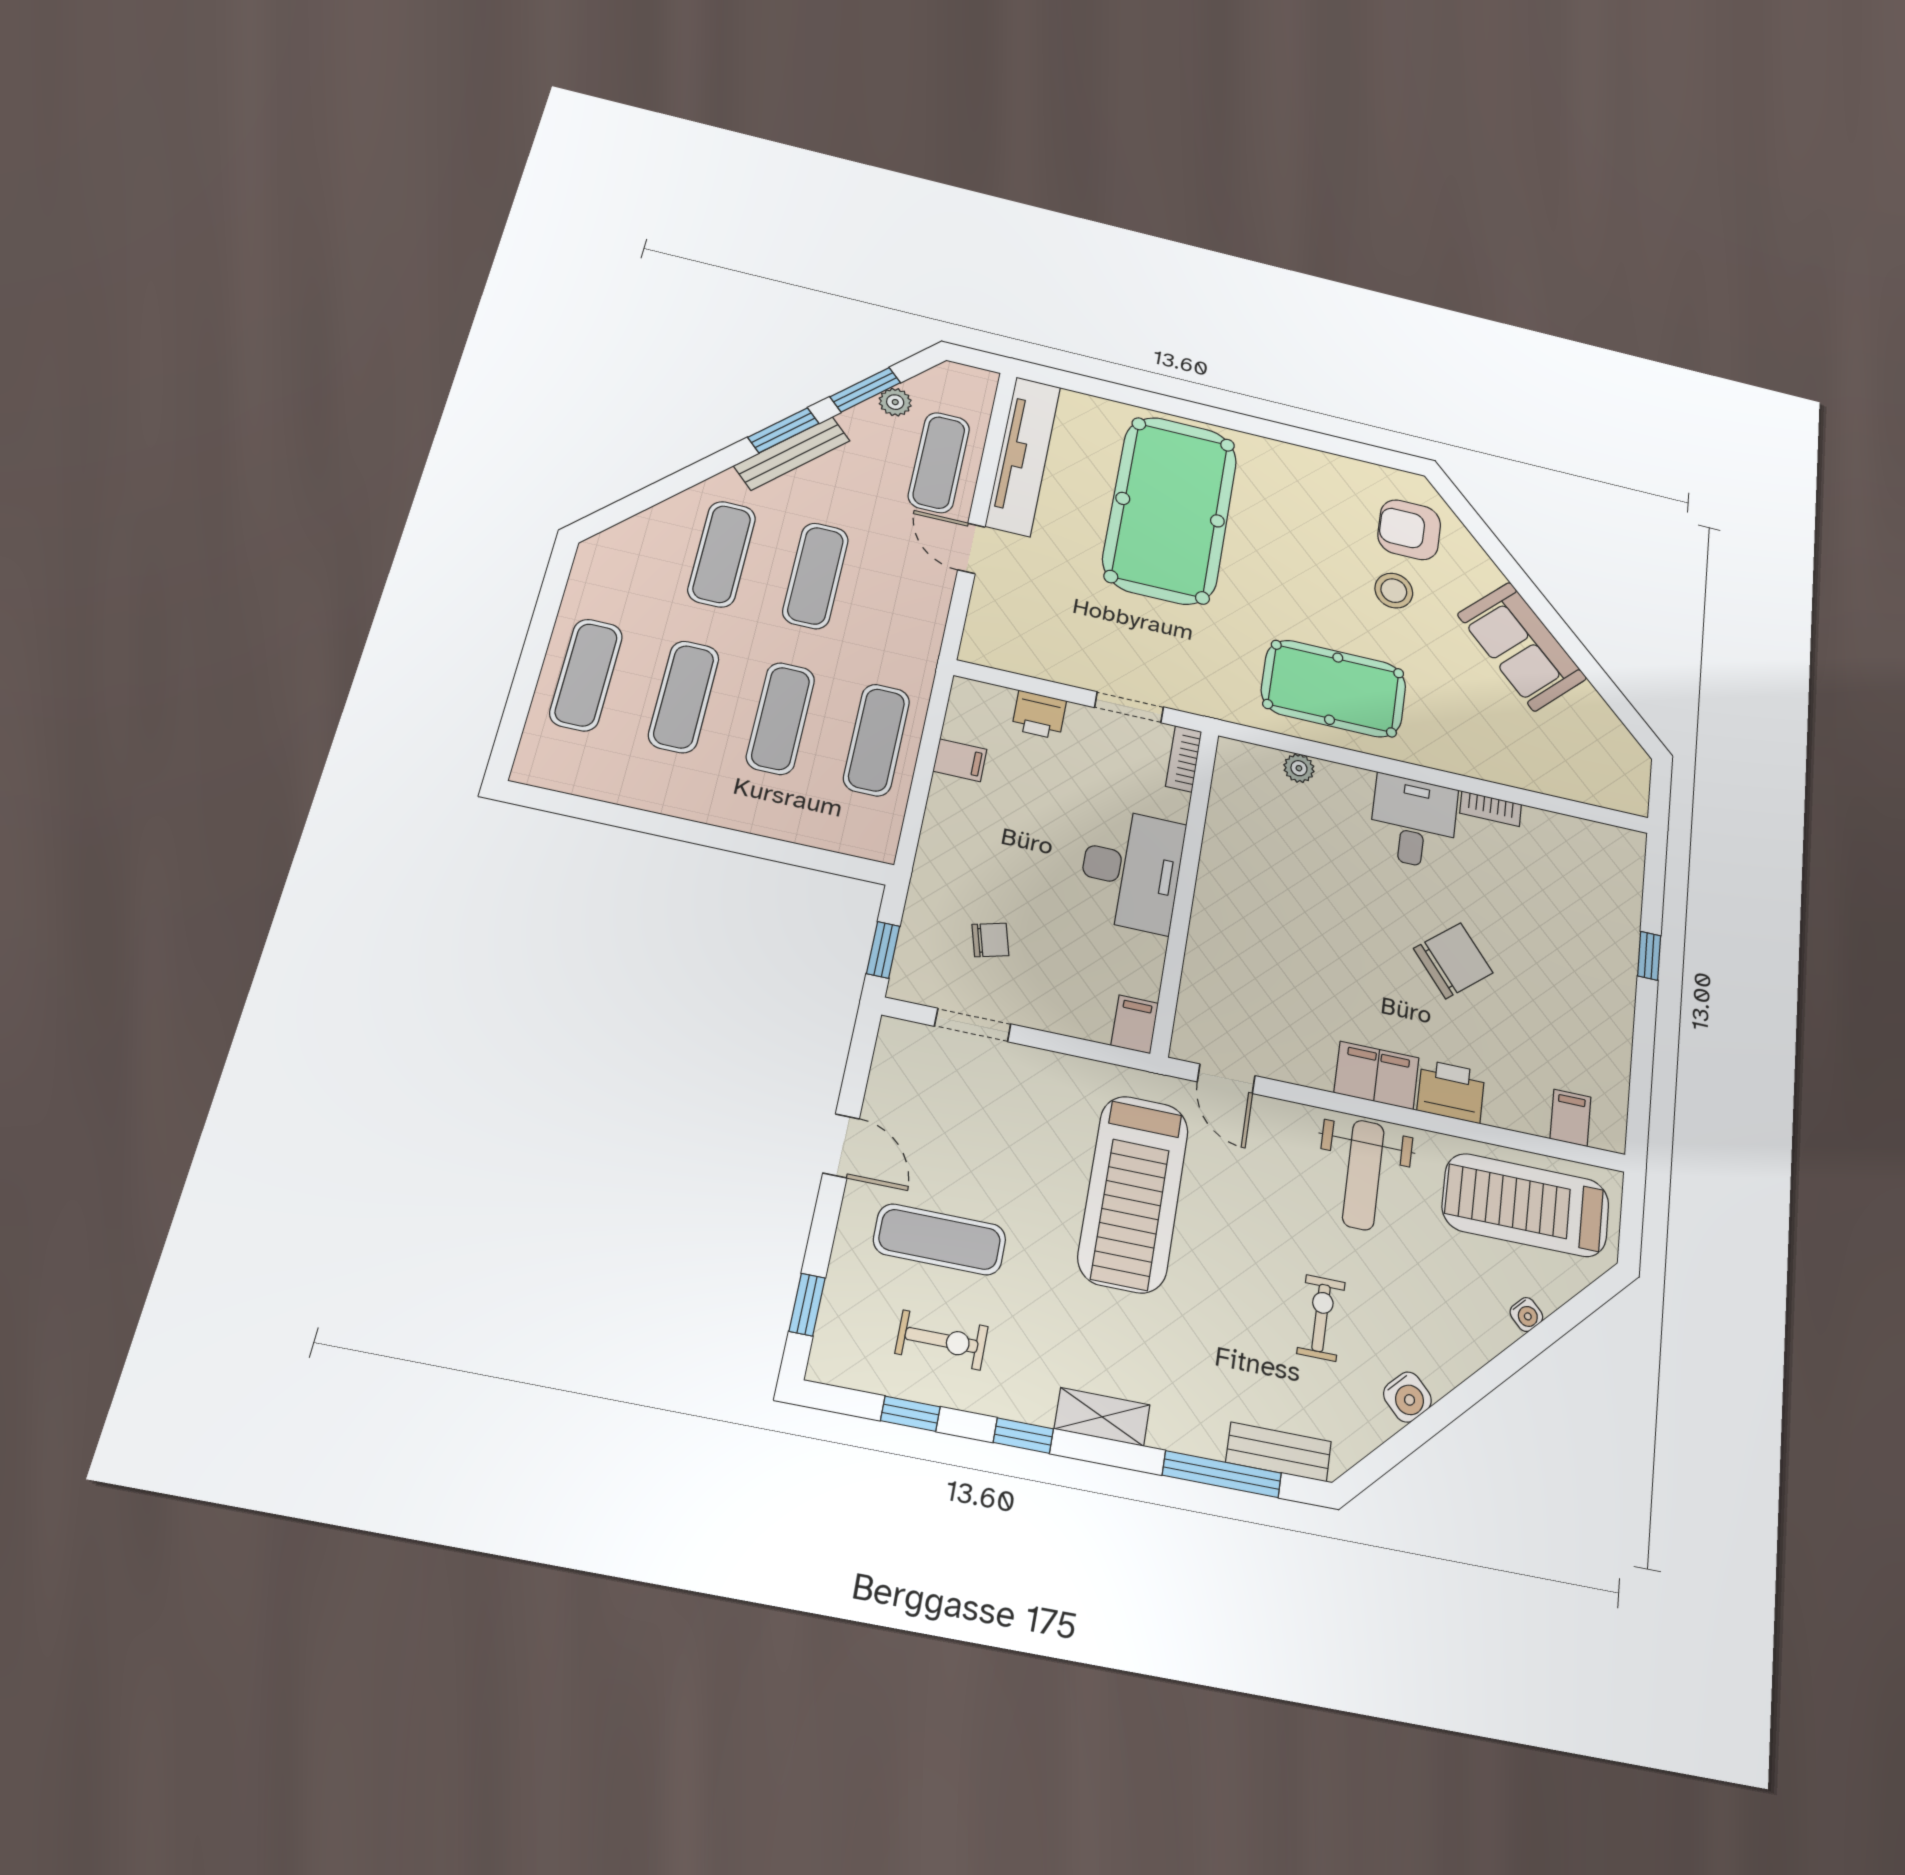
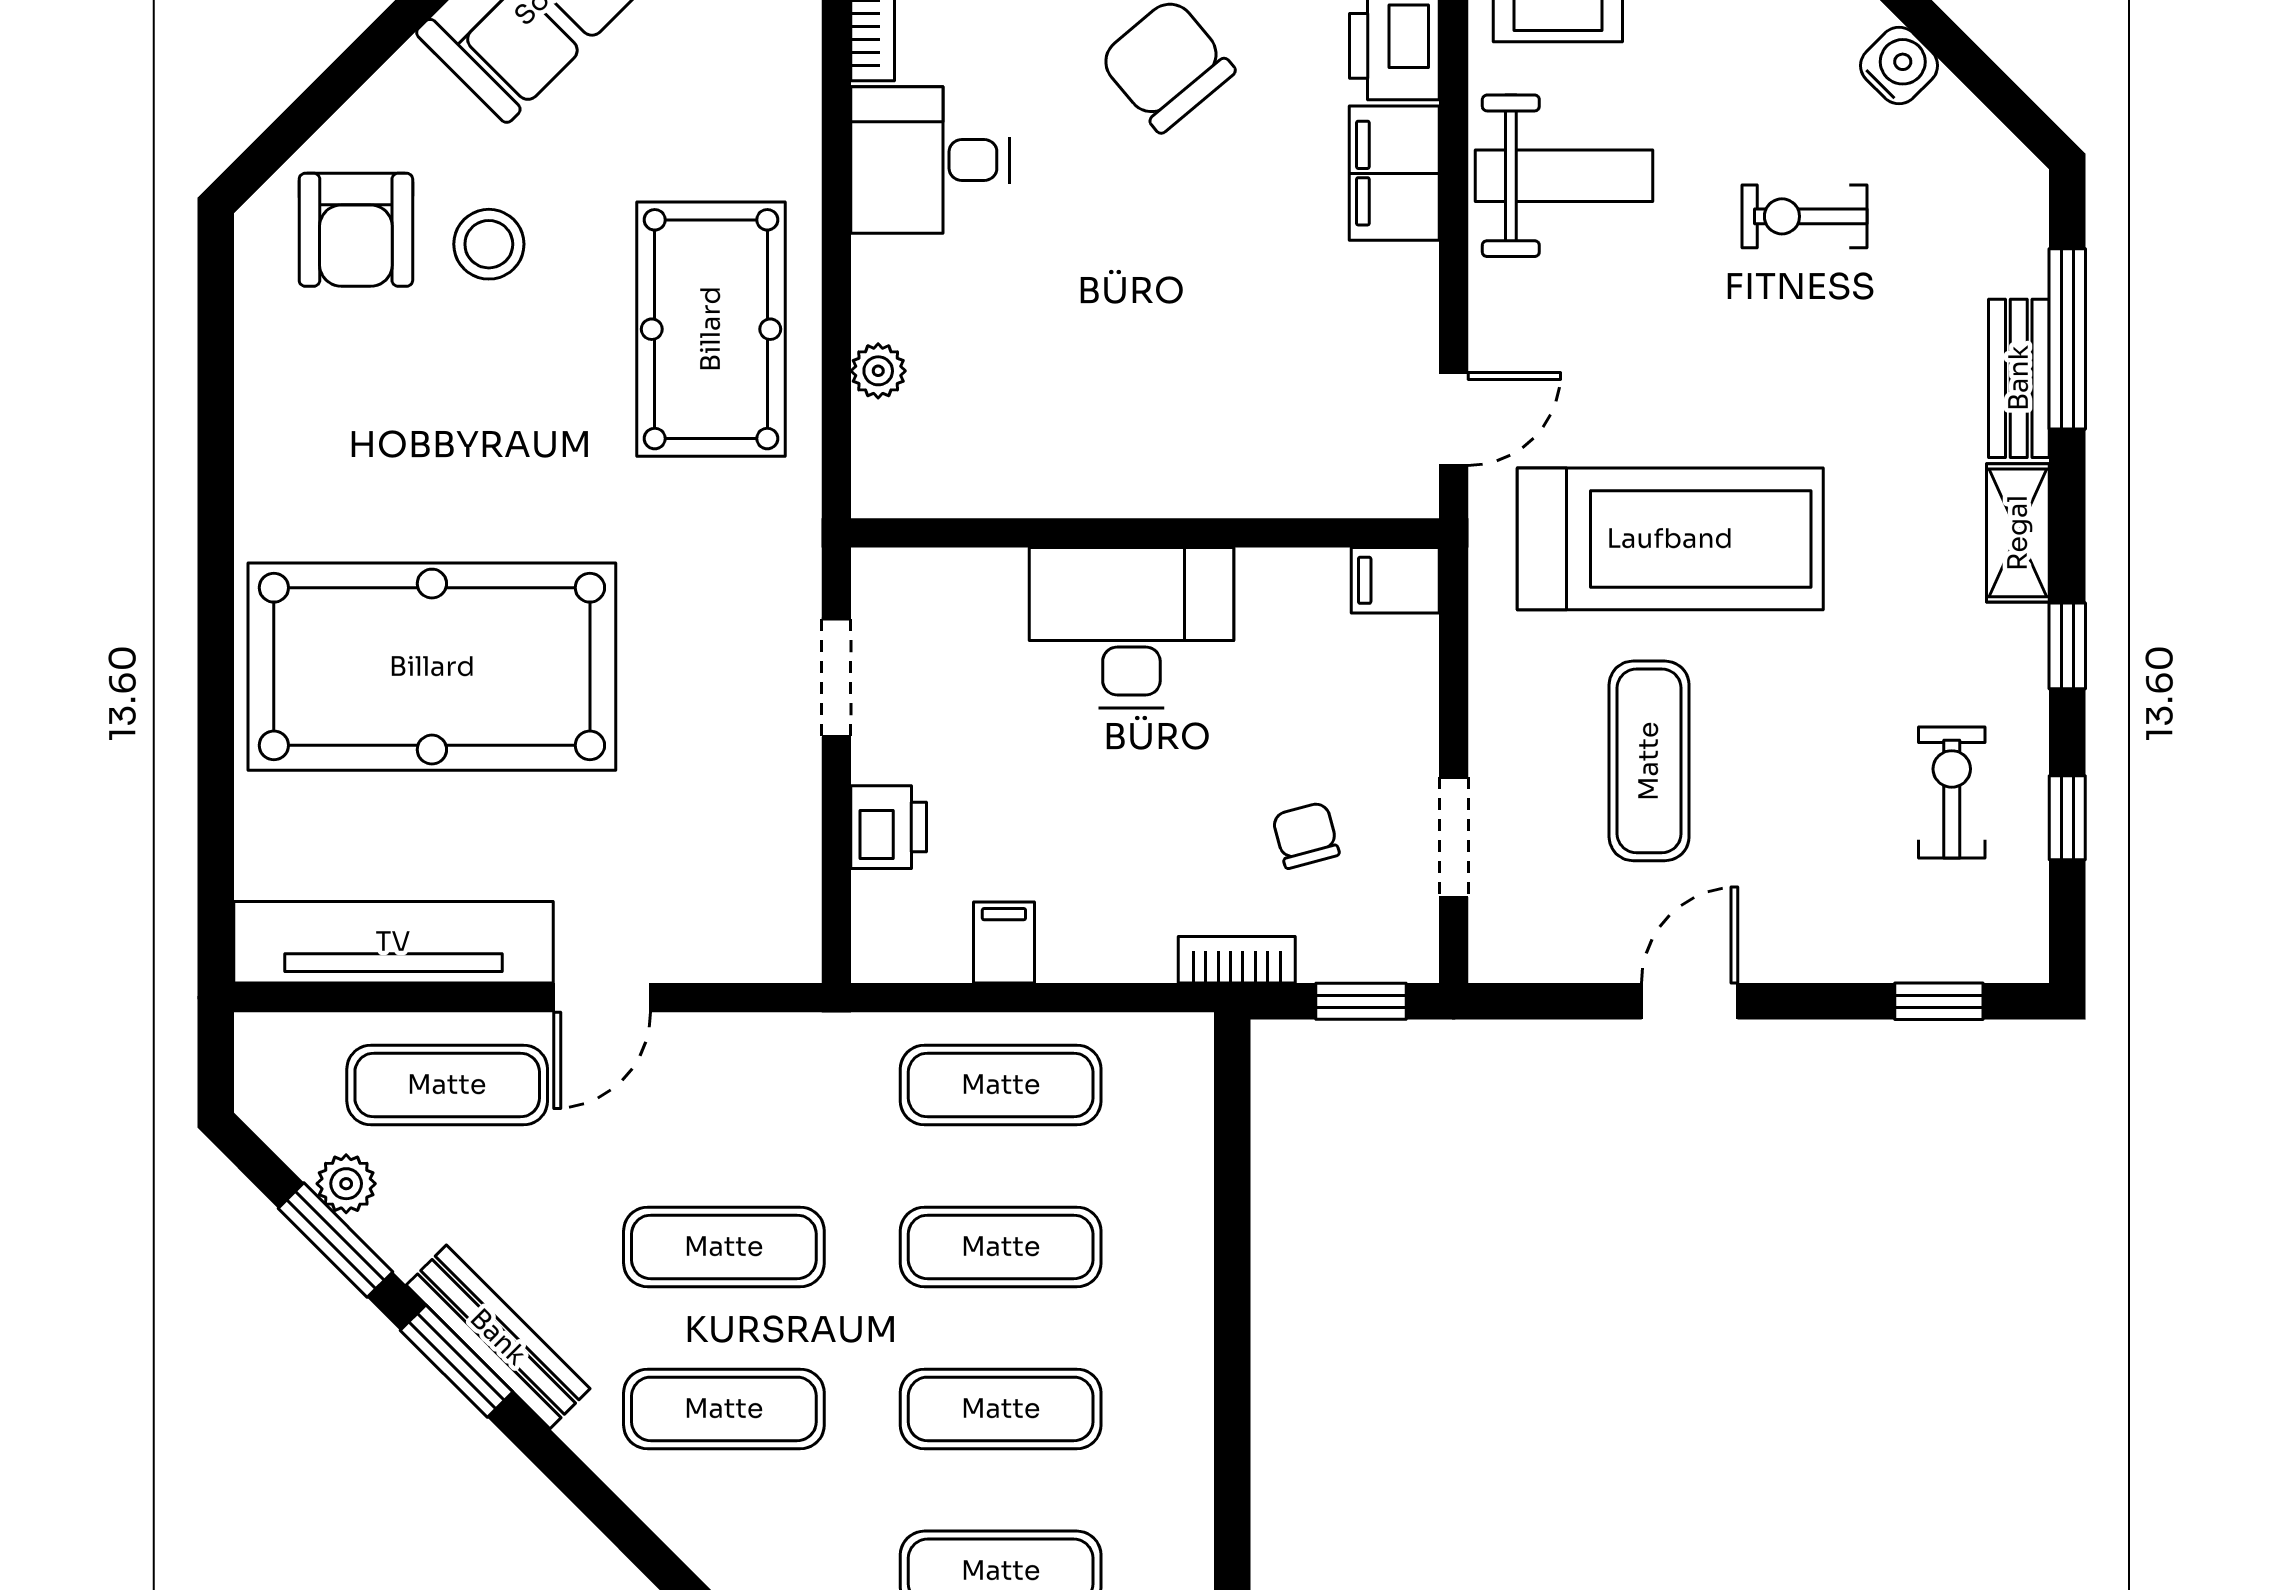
bookcase: (1184, 759) -> (1237, 960), moved, turned 180
exercise mat: (940, 1239) -> (1649, 761), moved
bench: (1279, 1452) -> (2019, 378), moved

